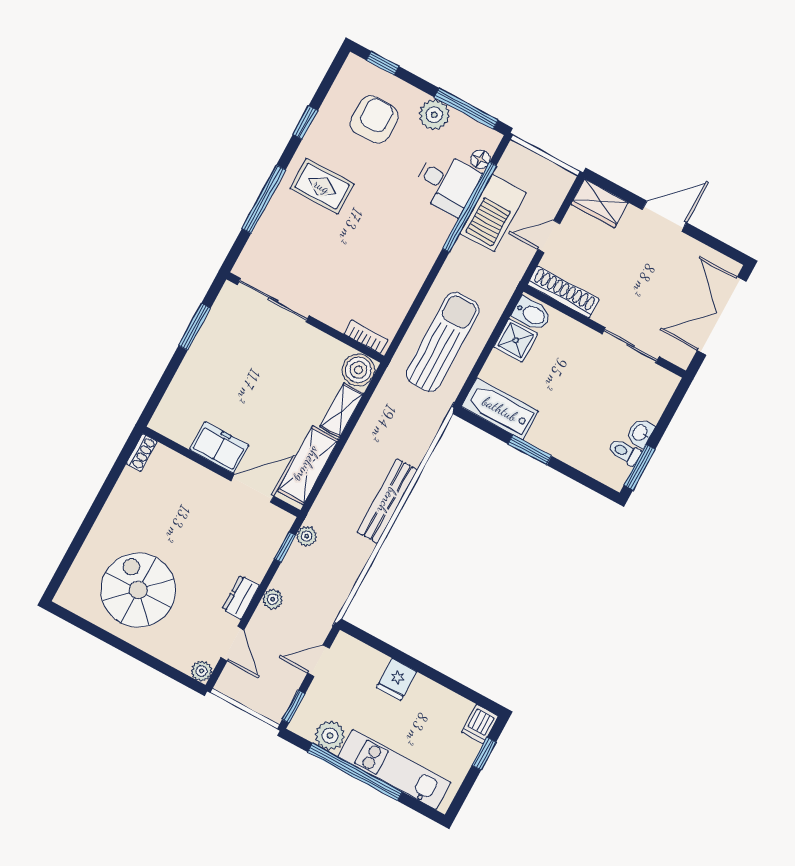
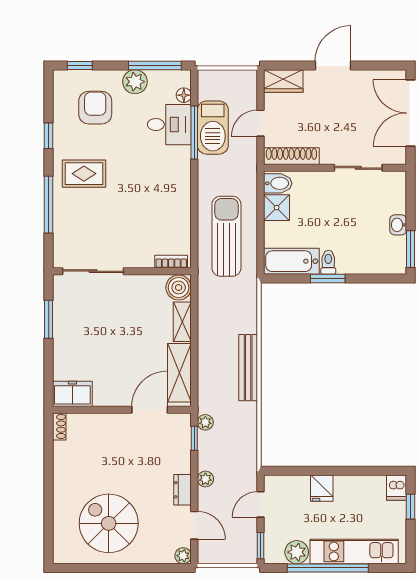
window: (469, 207) -> (194, 133), width x0.68
freezer: (219, 447) -> (72, 394), moved
toilet: (625, 452) -> (328, 262), moved, turned 90

